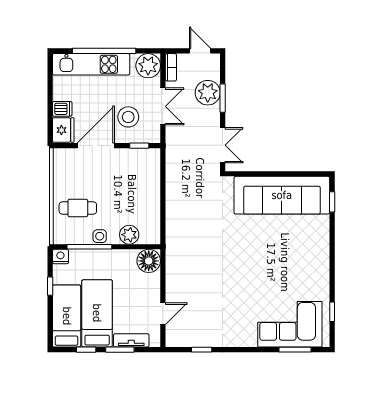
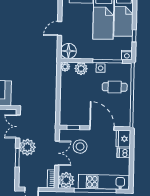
plant: (208, 93) -> (27, 147), moved
double door: (163, 106) -> (57, 153), swing flipped
door: (96, 146) -> (102, 128), swing flipped
plant: (153, 237) -> (65, 67), added
door: (163, 314) -> (60, 29), moved

